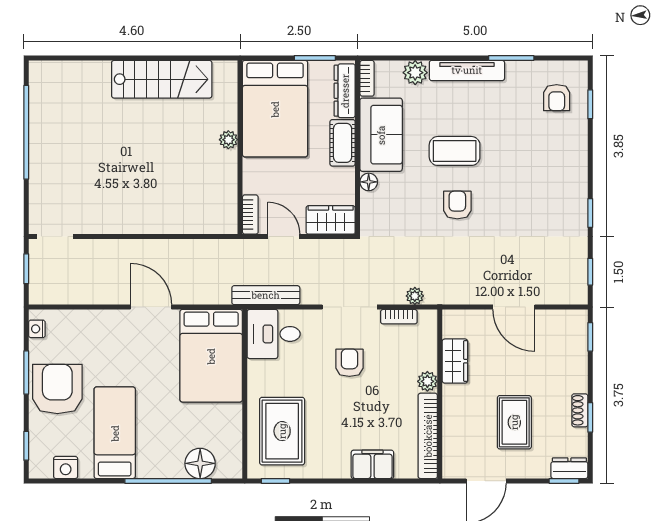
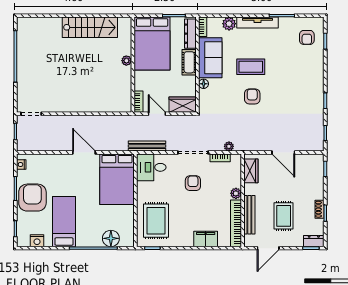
wardrobe: (455, 361) -> (251, 171), moved
bench: (452, 420) -> (249, 215), added

